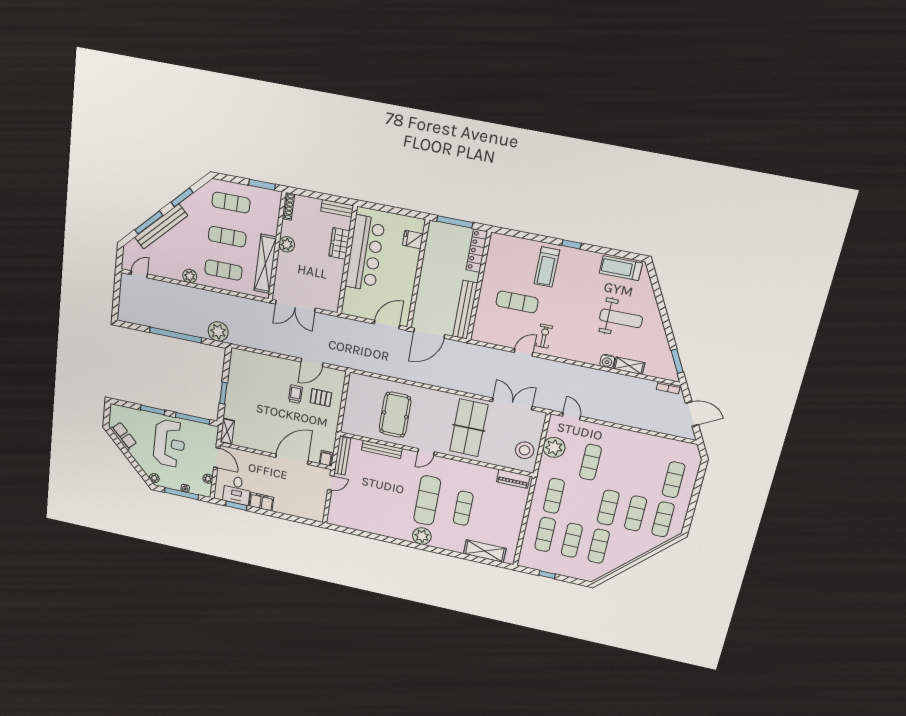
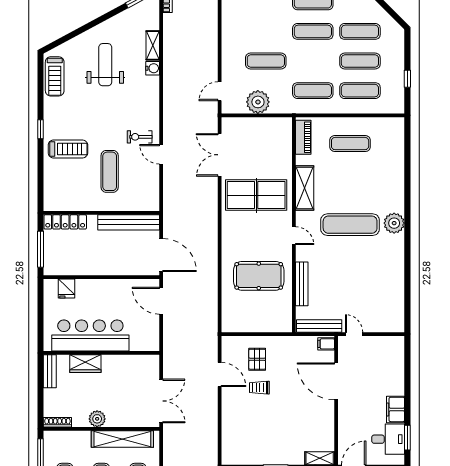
stool: (525, 450) -> (268, 132), removed
exercise mat: (463, 508) -> (350, 144), moved
shelving: (485, 551) -> (305, 188), moved

